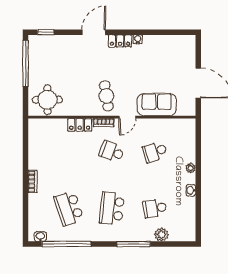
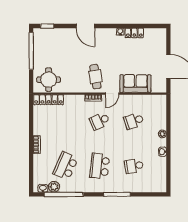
door: (94, 32) -> (85, 26), swing flipped
locker: (120, 41) -> (134, 33), moved
locker: (80, 125) -> (49, 100), moved, width x1.53
school desk: (112, 152) -> (100, 121), turned -45
school desk: (69, 208) -> (66, 166), turned 42
plant: (161, 235) -> (54, 187), moved

